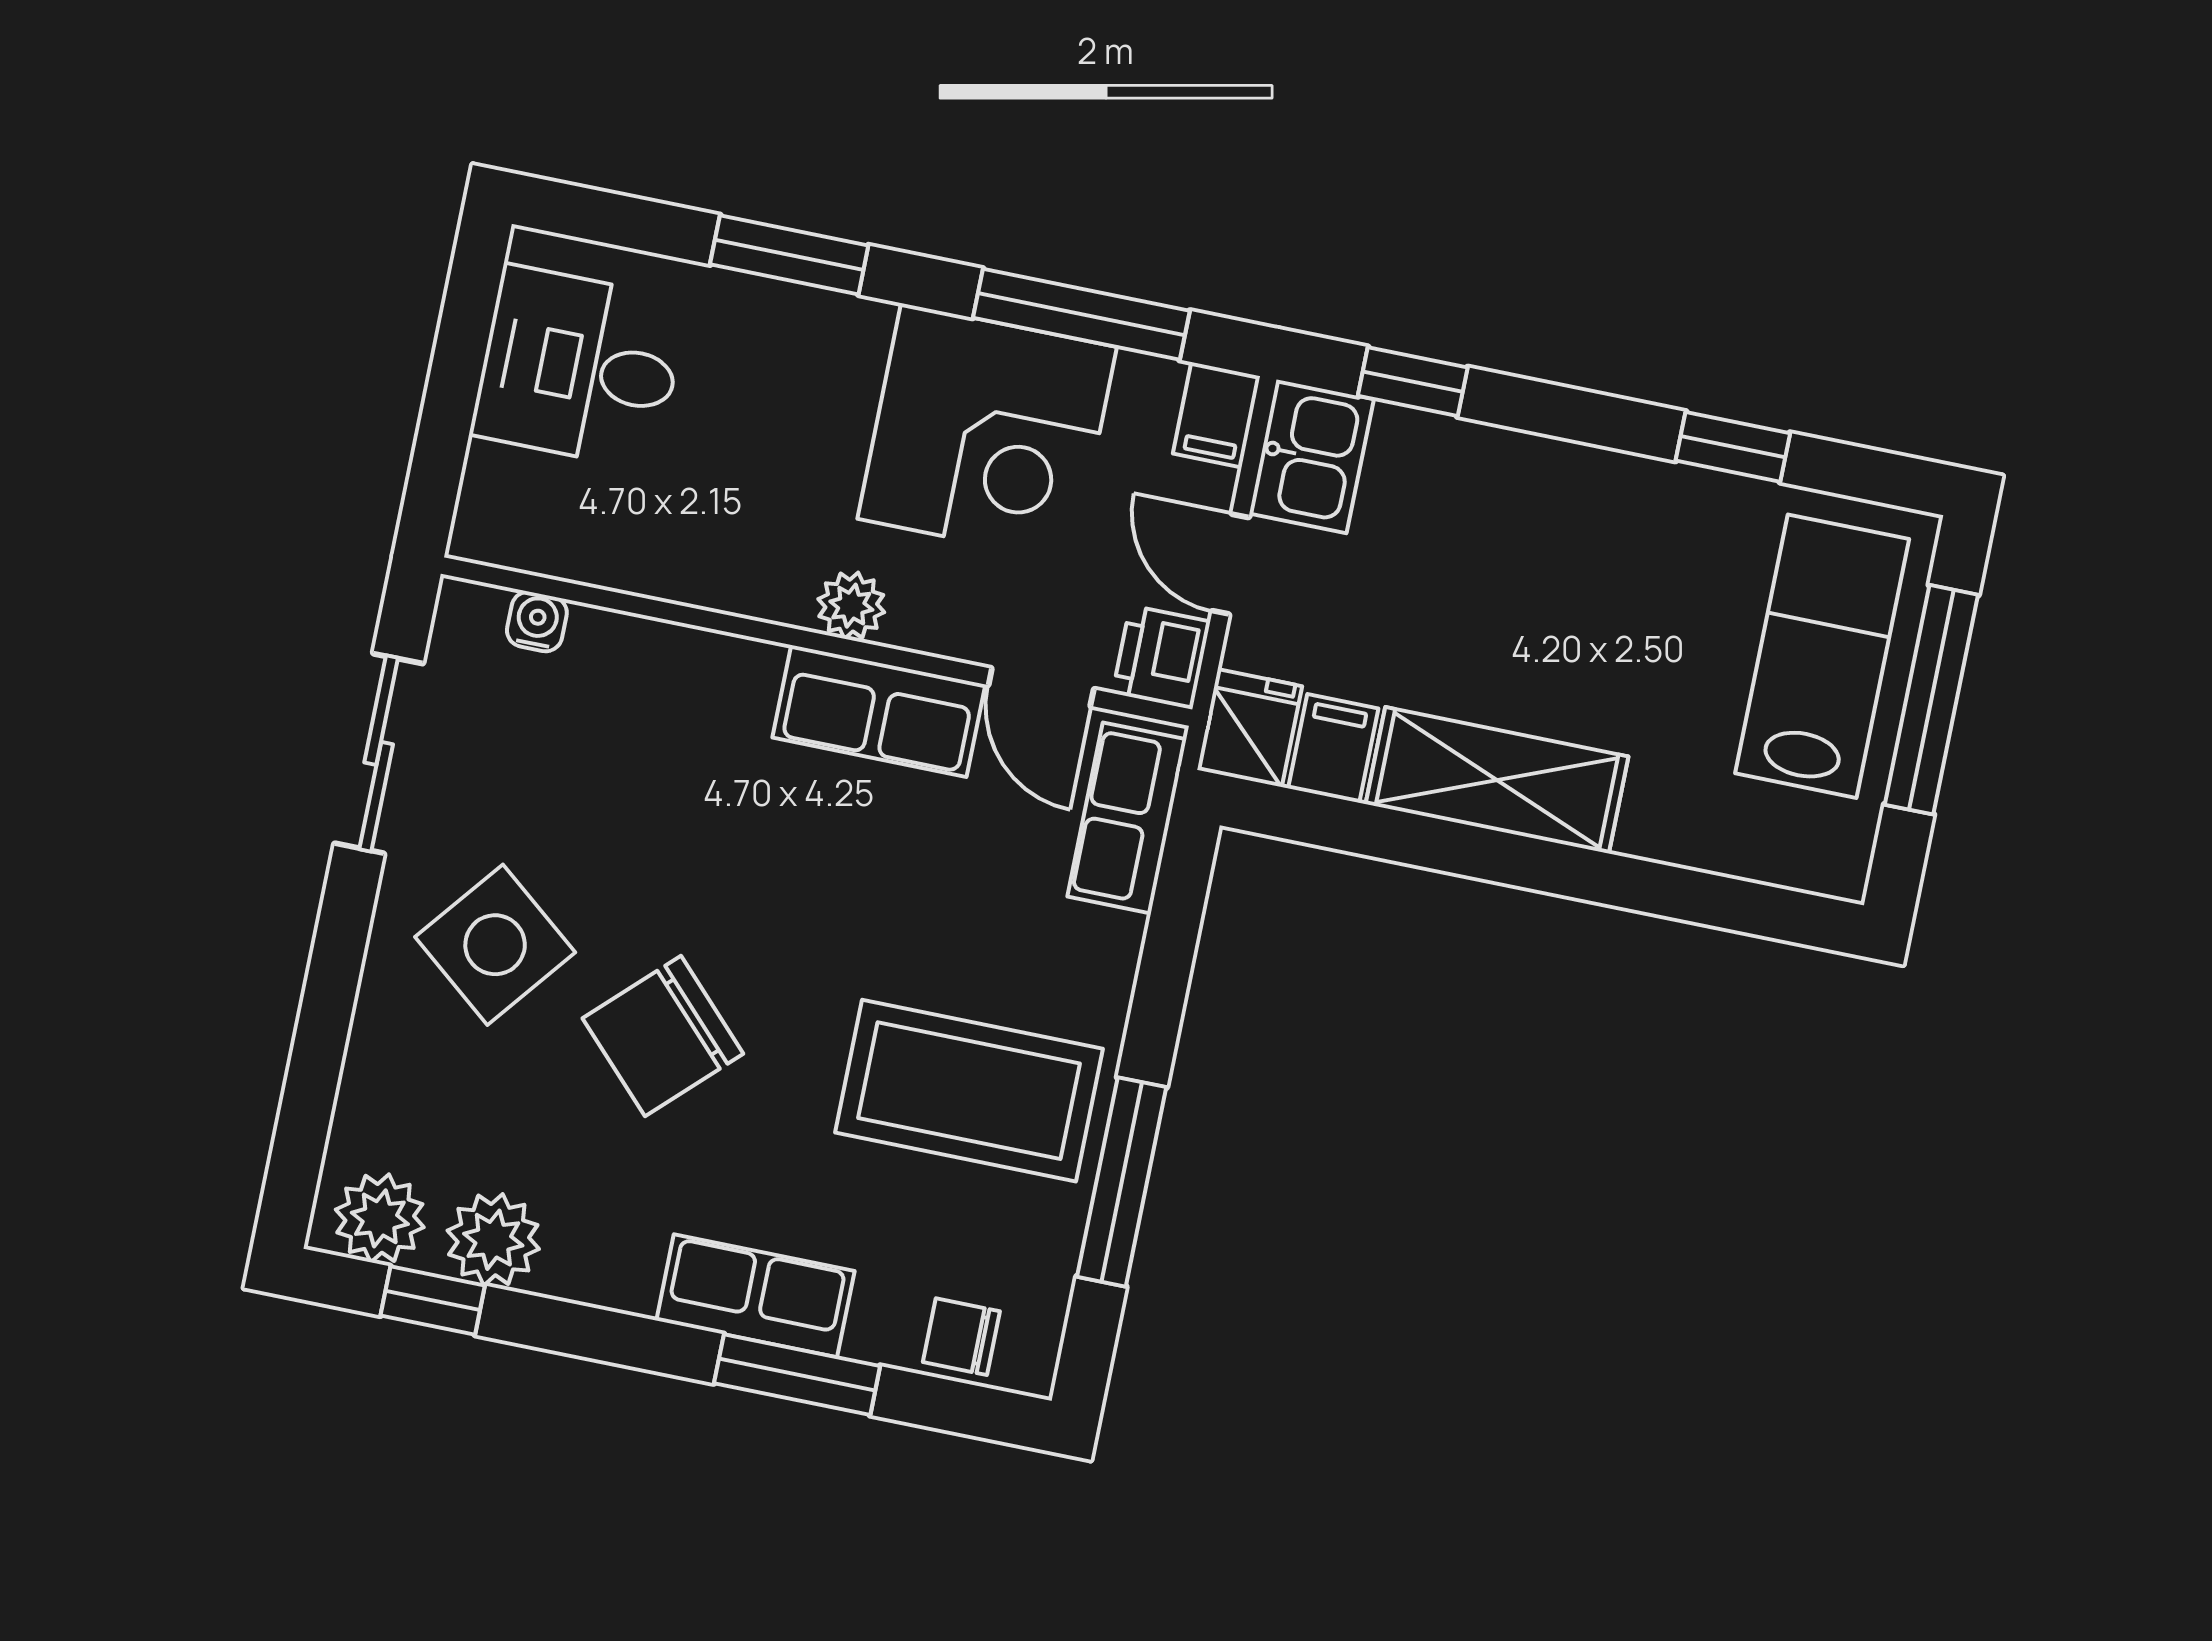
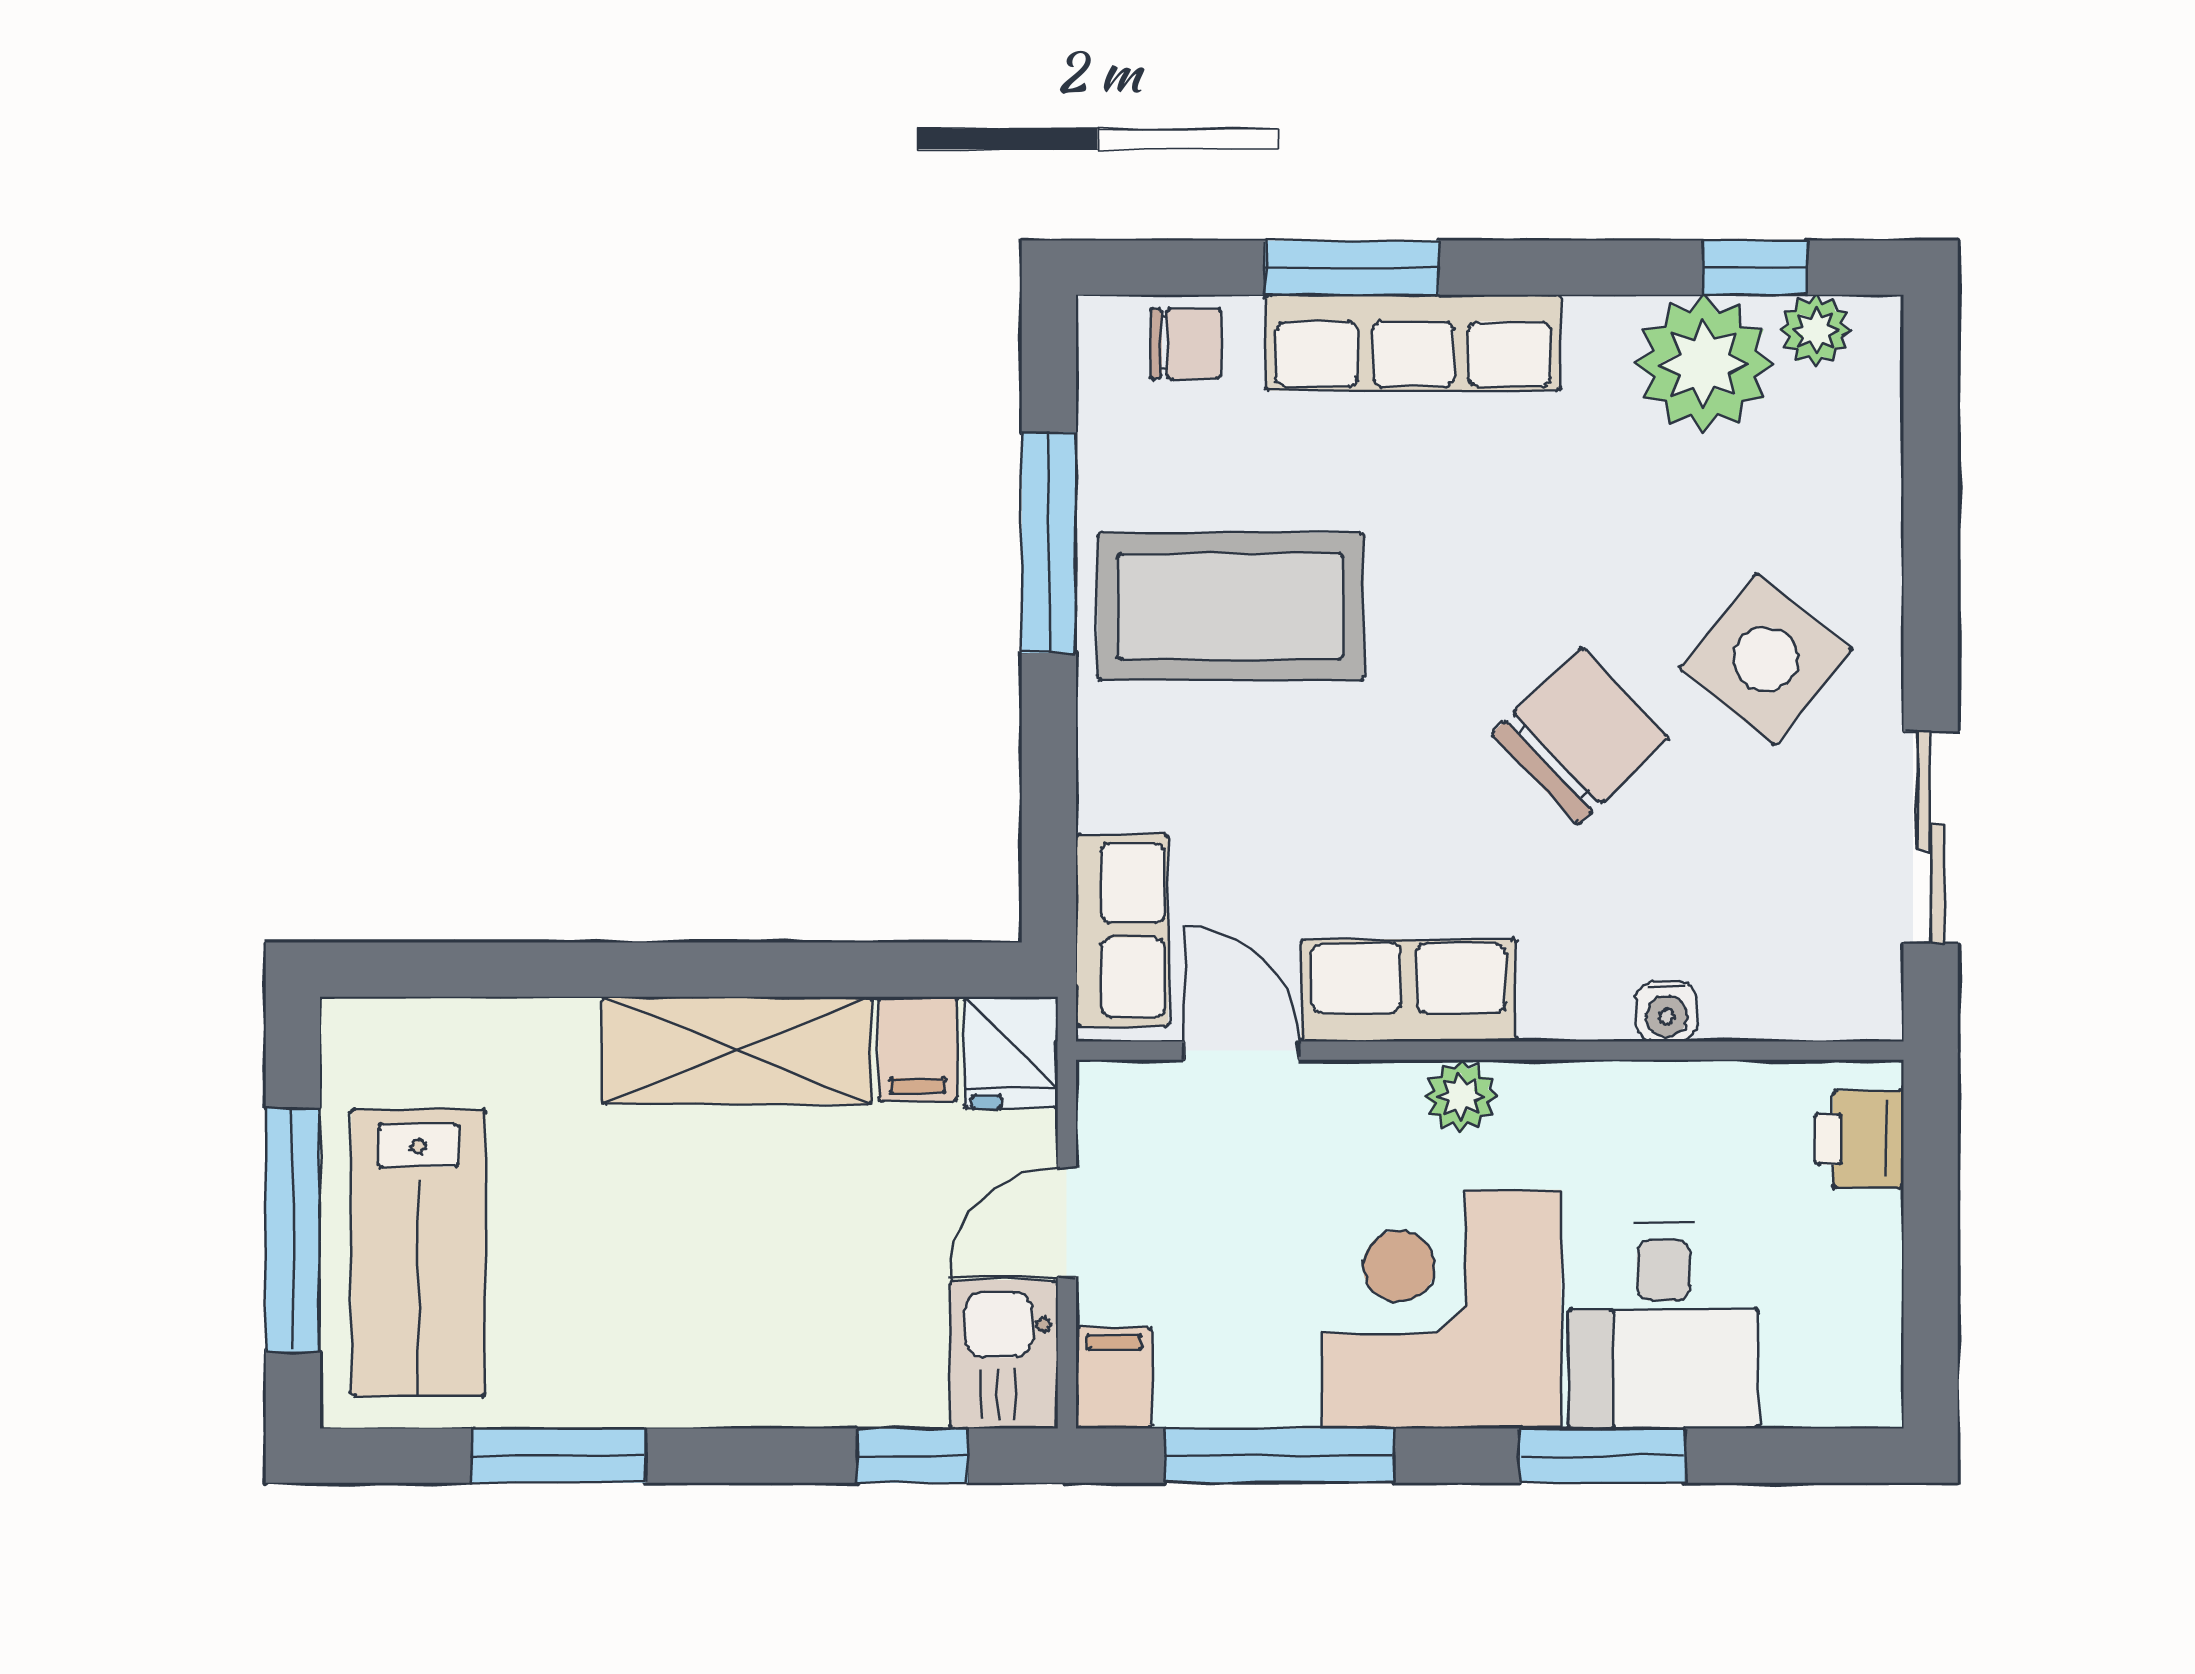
desk: (579, 367) -> (1664, 1326), moved, turned 90
corner desk: (987, 433) -> (1442, 1309), moved
window: (1733, 447) -> (558, 1456), width x1.50
door: (1230, 564) -> (1067, 1222), swing flipped
water cooler: (537, 622) -> (1667, 1011), moved
printer: (1161, 657) -> (1859, 1139), moved, turned 180
chair: (663, 1036) -> (1580, 736), moved
plant: (380, 1218) -> (1816, 330), width x0.73, depth x0.73
plant: (493, 1240) -> (1704, 364), width x1.36, depth x1.36
row of seats: (755, 1296) -> (1413, 343), width x1.48

